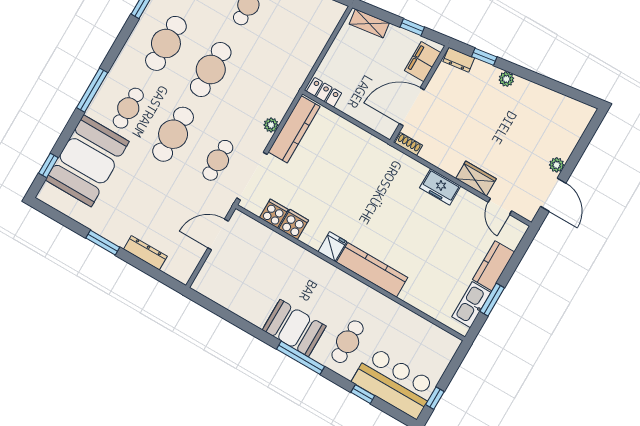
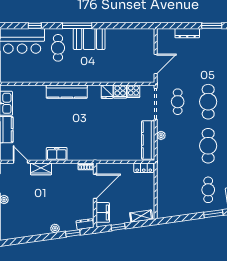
fridge: (332, 247) -> (107, 92), moved

